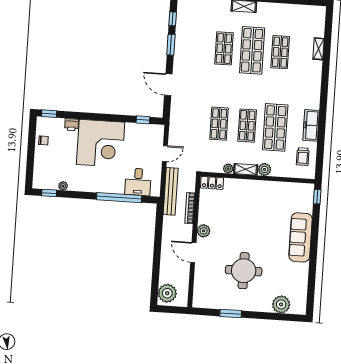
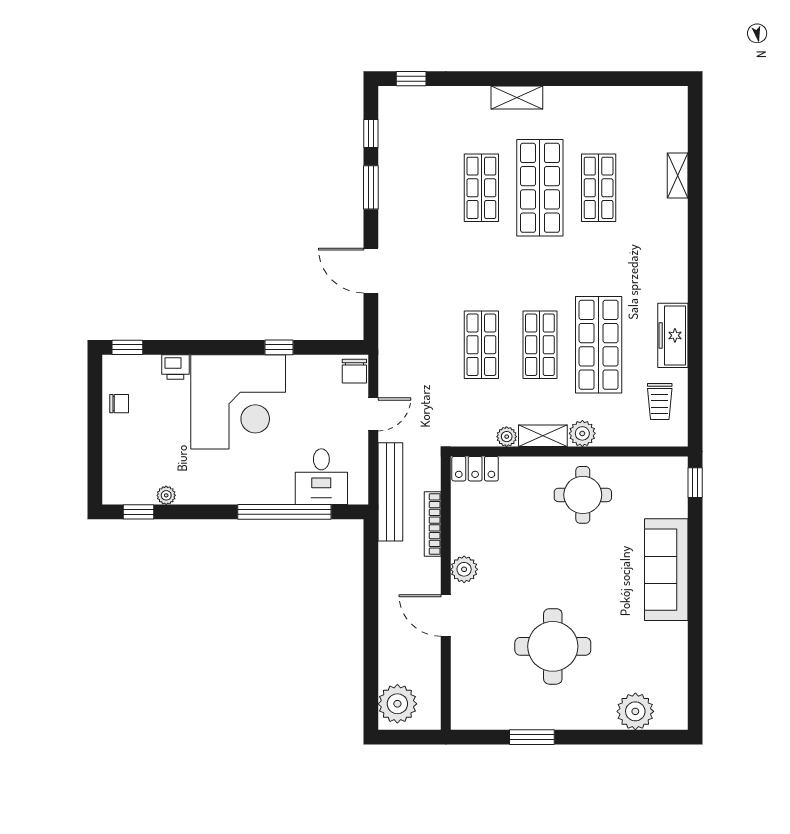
window: (143, 120) -> (279, 347), moved
chair: (157, 132) -> (354, 371), added
round table: (263, 199) -> (583, 495), added

